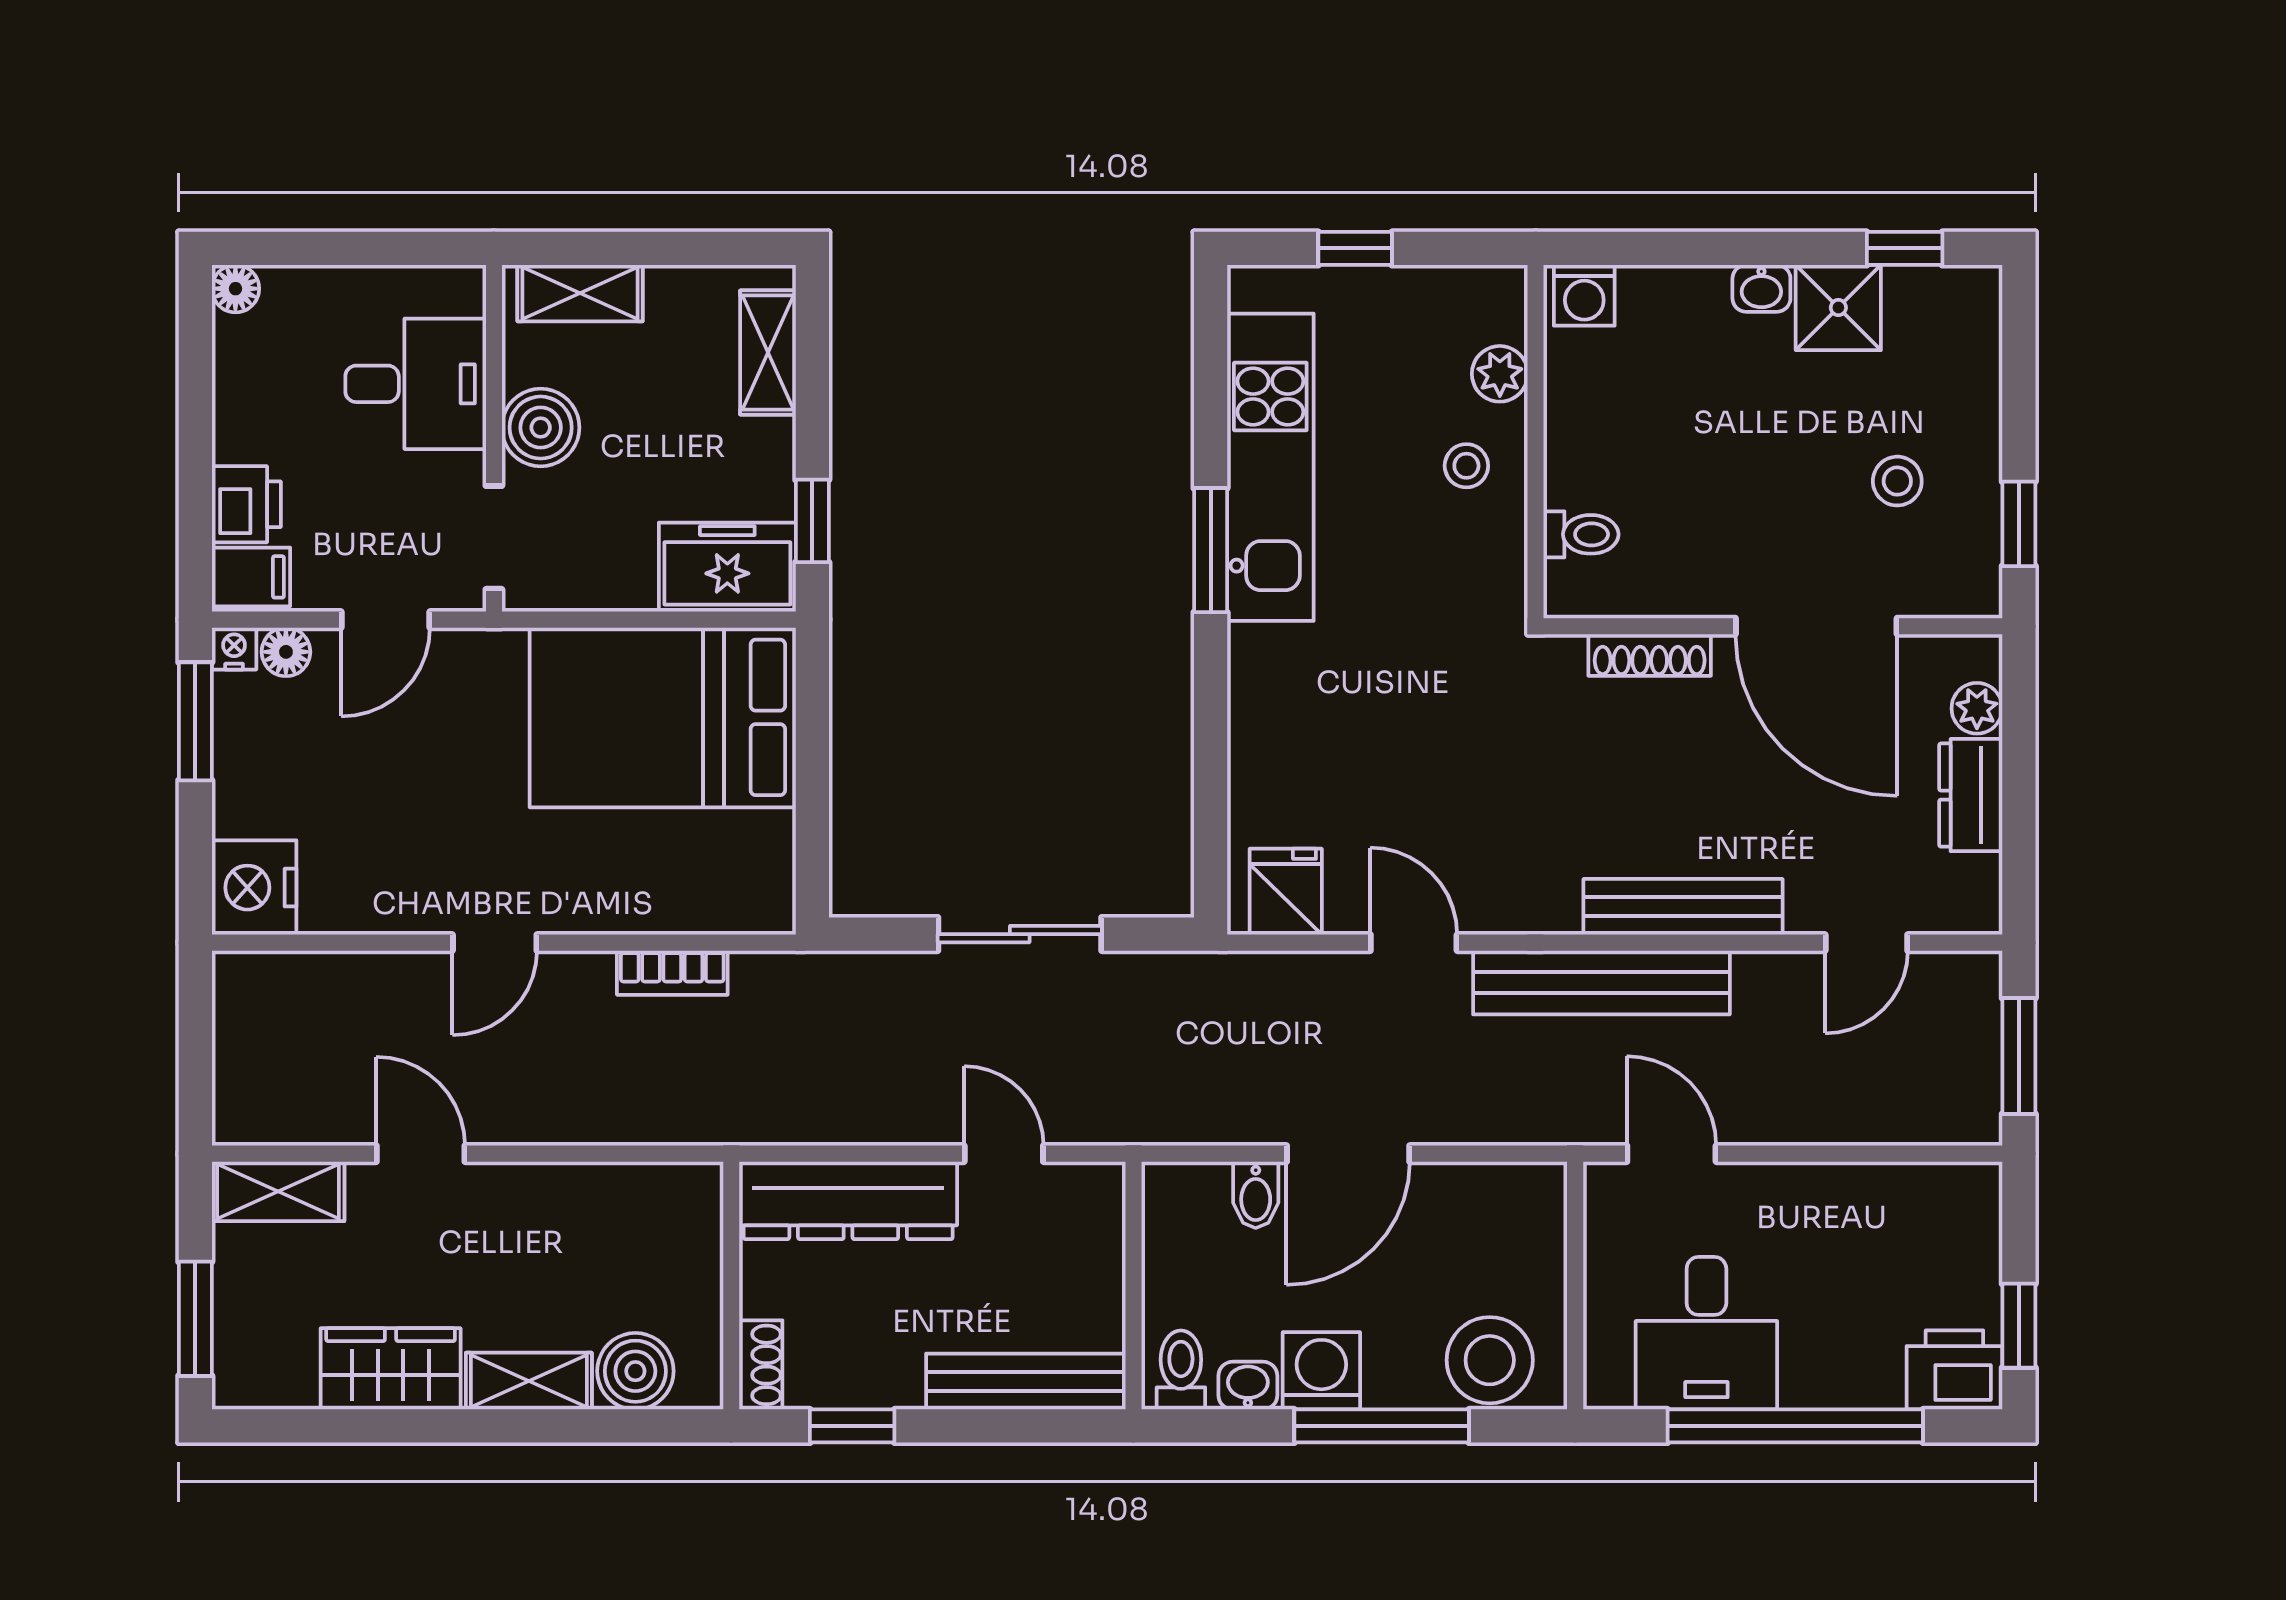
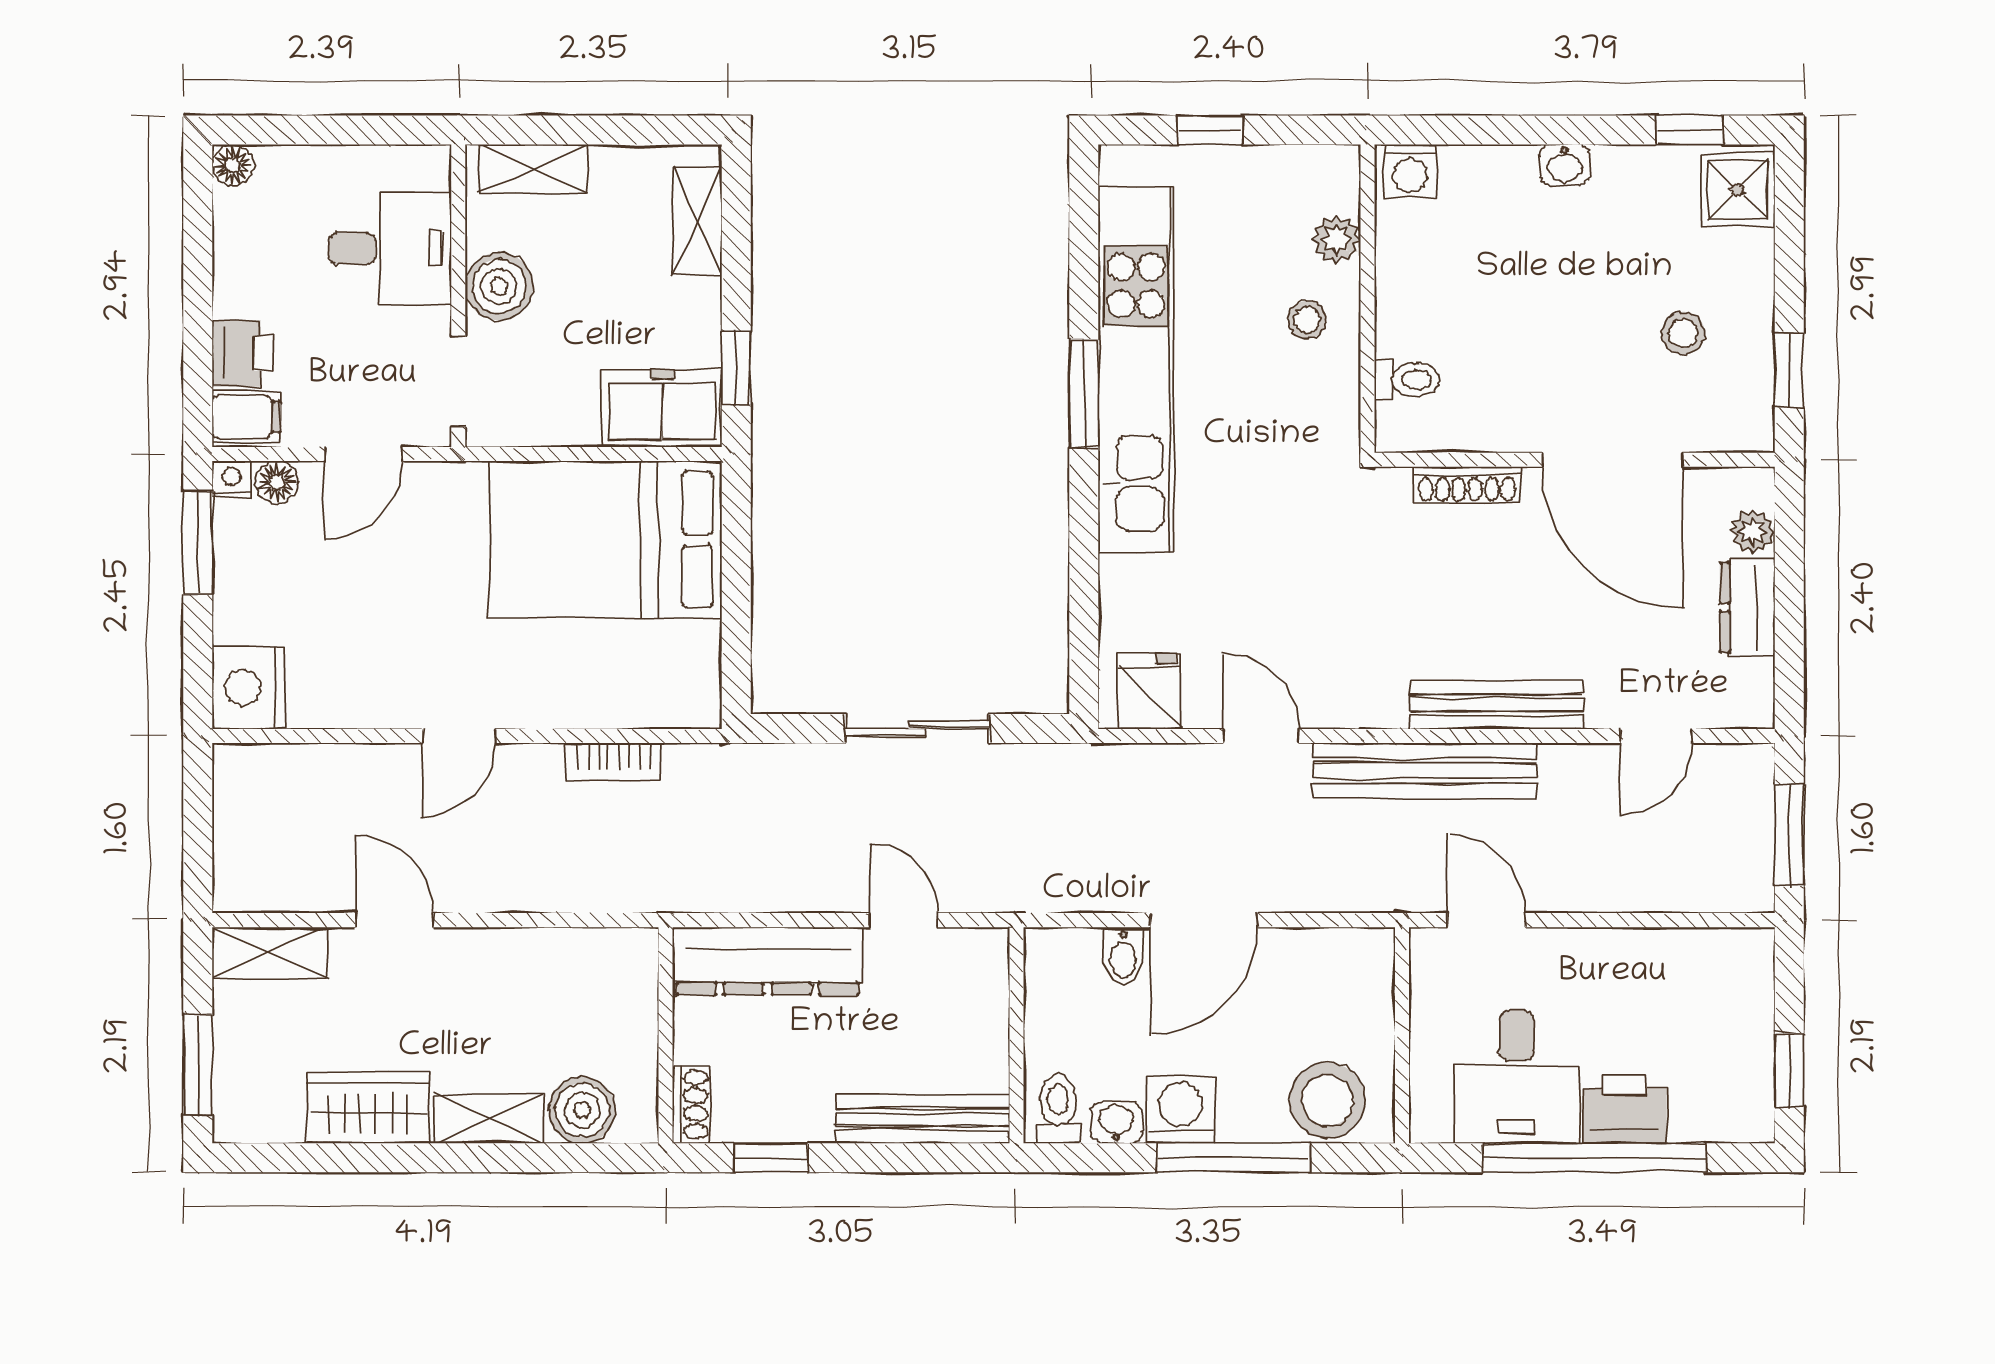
shower: (1838, 308) -> (1738, 190), moved
kitchen unit: (1270, 467) -> (1136, 370), width x1.36
printer: (1954, 1370) -> (1625, 1109), moved

